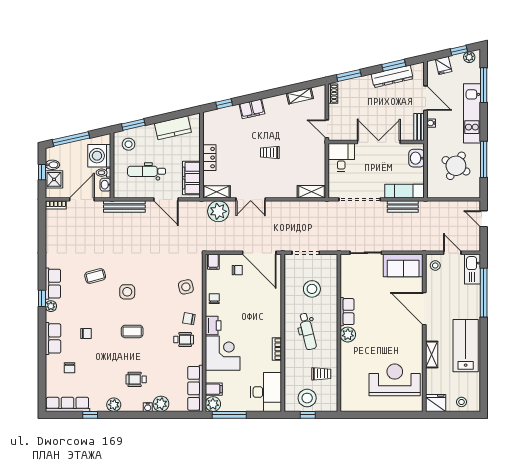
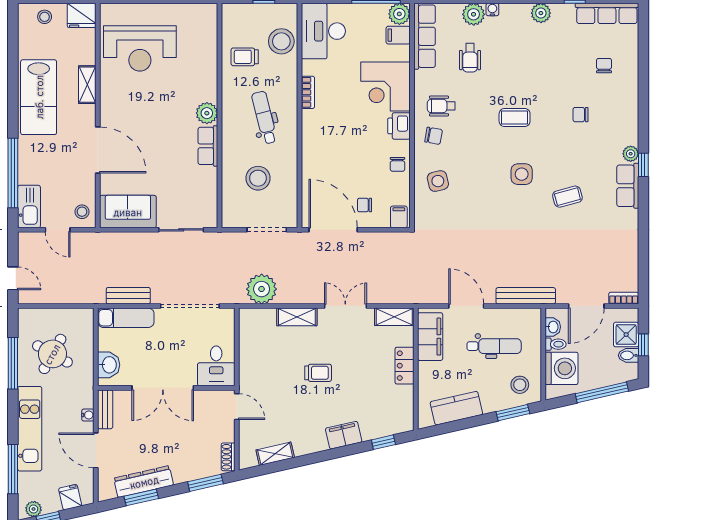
shelving: (311, 192) -> (297, 317), moved
plant: (218, 211) -> (262, 289), moved
row of seats: (53, 338) -> (628, 107), removed
wheelchair: (136, 379) -> (470, 58), moved, turned 90
stool: (307, 398) -> (281, 41), moved

